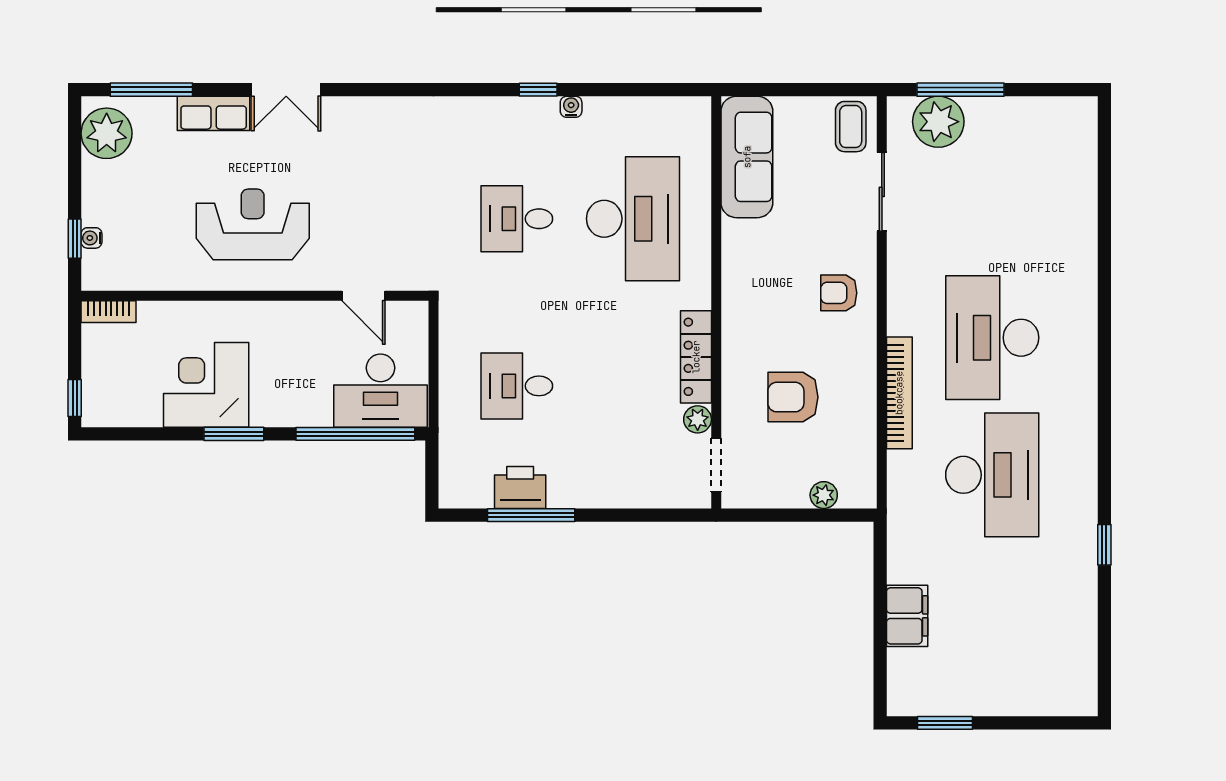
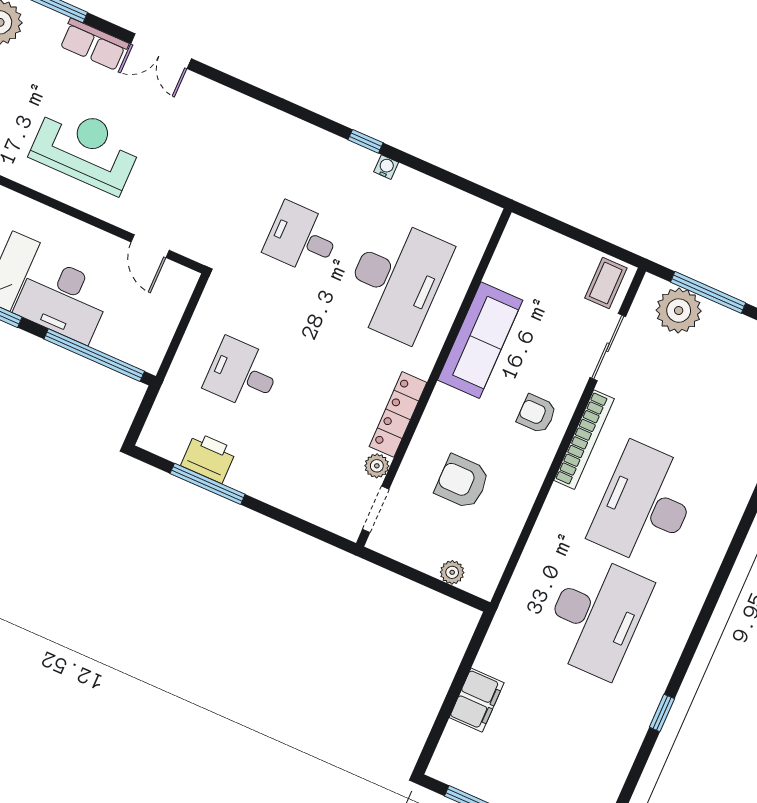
sofa: (747, 157) -> (480, 340), moved
desk: (381, 391) -> (63, 300), moved
bookcase: (899, 393) -> (584, 440), moved

